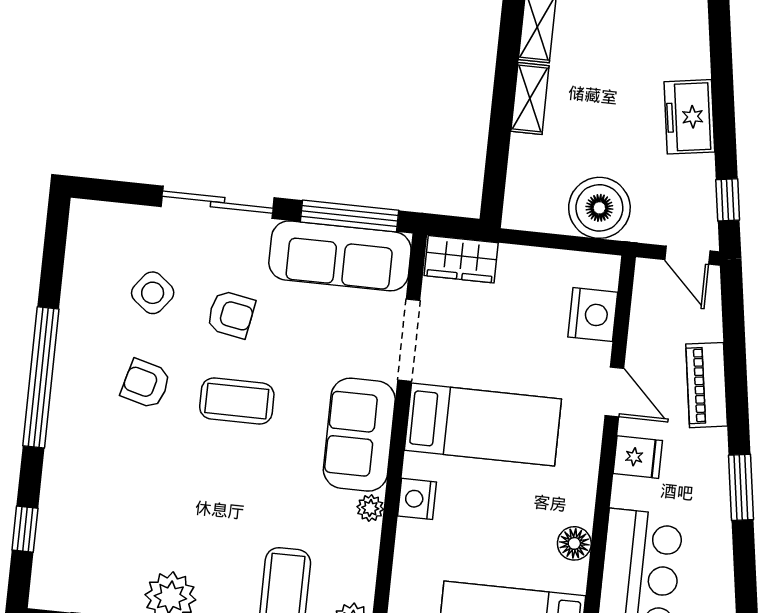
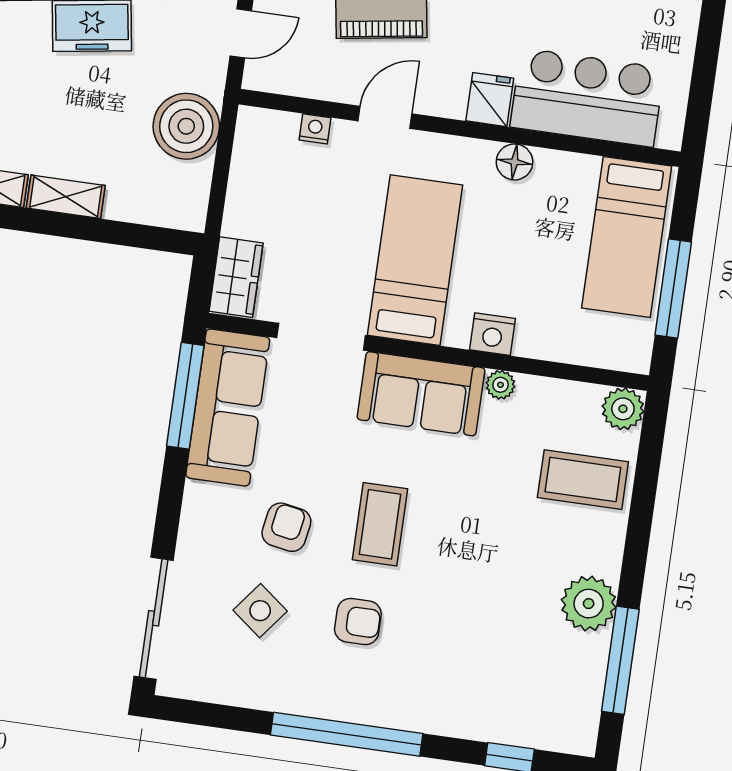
sliding door: (218, 202) -> (154, 618), moved
nightstand: (593, 315) -> (315, 129), width x0.53, depth x0.56
armchair: (146, 384) -> (358, 622), turned -105
fridge: (638, 457) -> (490, 100), moved
floor lamp: (574, 543) -> (515, 162), moved

